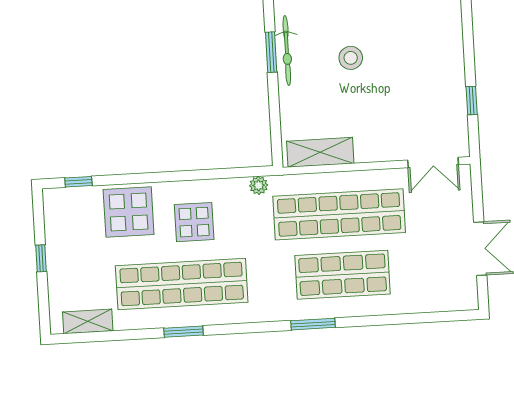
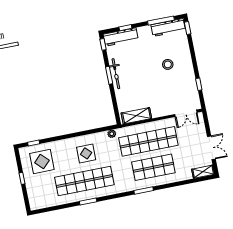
stool: (351, 58) -> (168, 64), moved
display table: (129, 212) -> (42, 161), moved
shelving: (88, 321) -> (203, 172), moved

